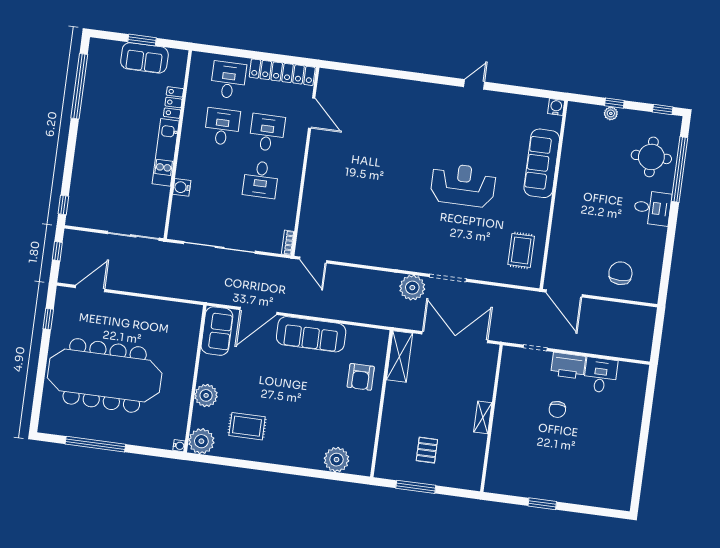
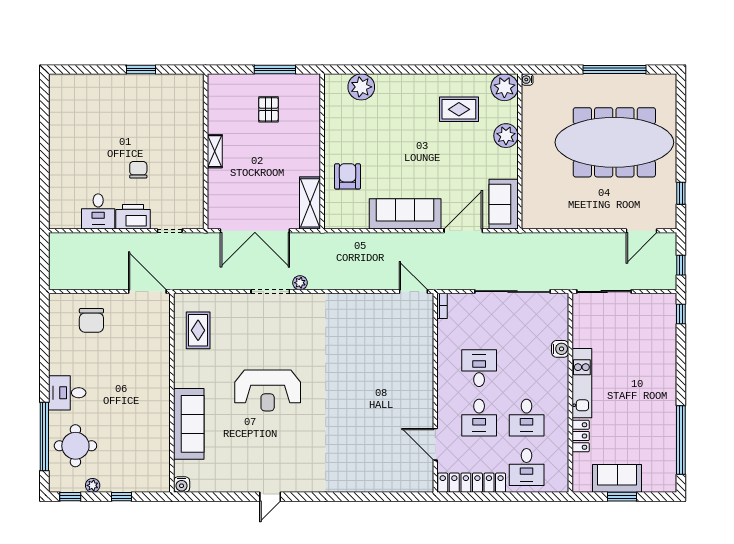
plant: (611, 113) -> (93, 485), moved
plant: (412, 288) -> (300, 283), width x0.53, depth x0.53

